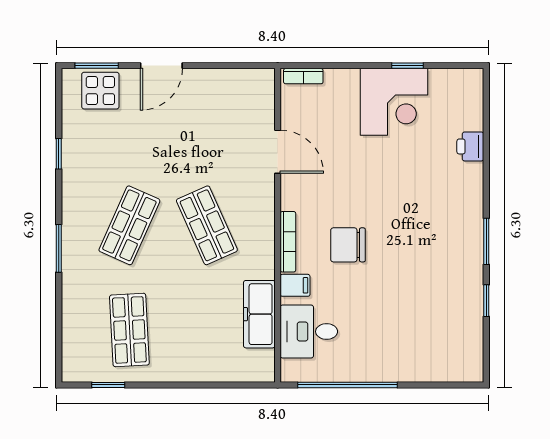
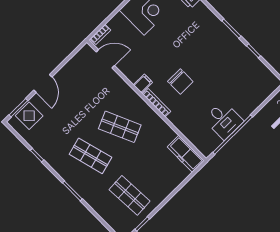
door: (278, 152) -> (105, 59), moved
shop shelf: (129, 225) -> (90, 156), turned -39
chair: (348, 245) -> (180, 81), turned -90
filing cabinet: (295, 285) -> (143, 84), moved
freezer: (259, 314) -> (186, 154), moved
desk: (309, 332) -> (224, 120), moved, turned -90

